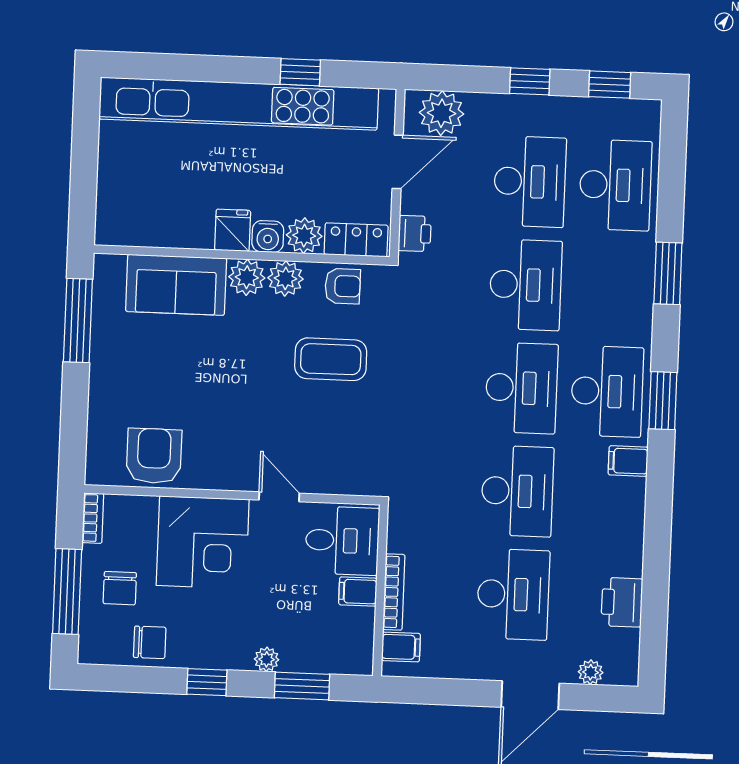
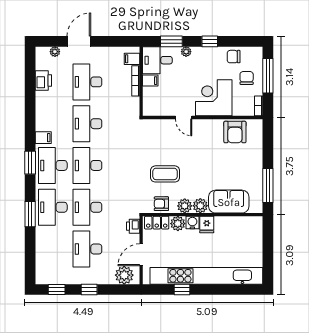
desk: (615, 185) -> (53, 207), moved
desk: (342, 541) -> (157, 60), moved

